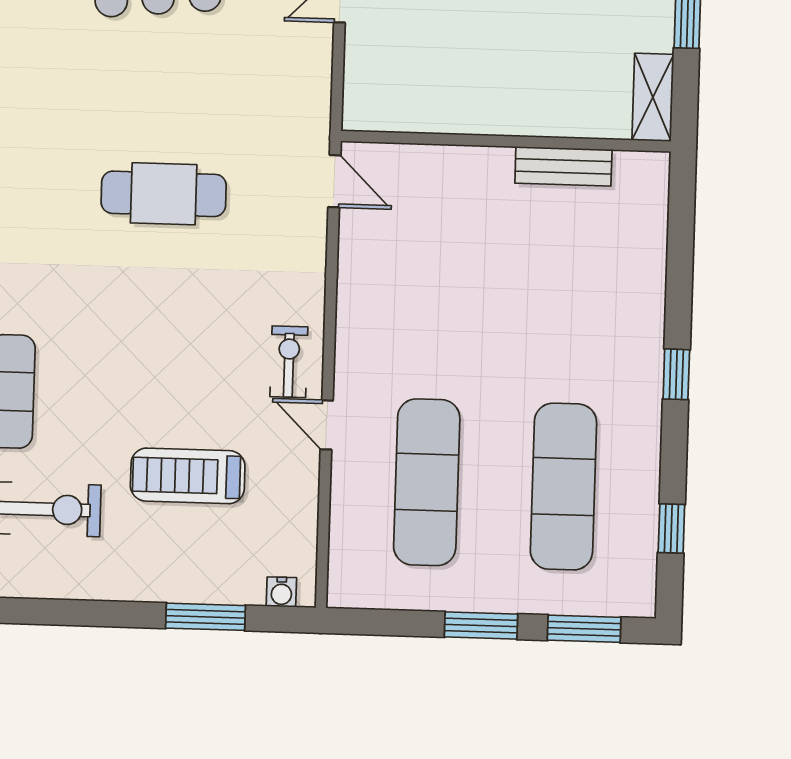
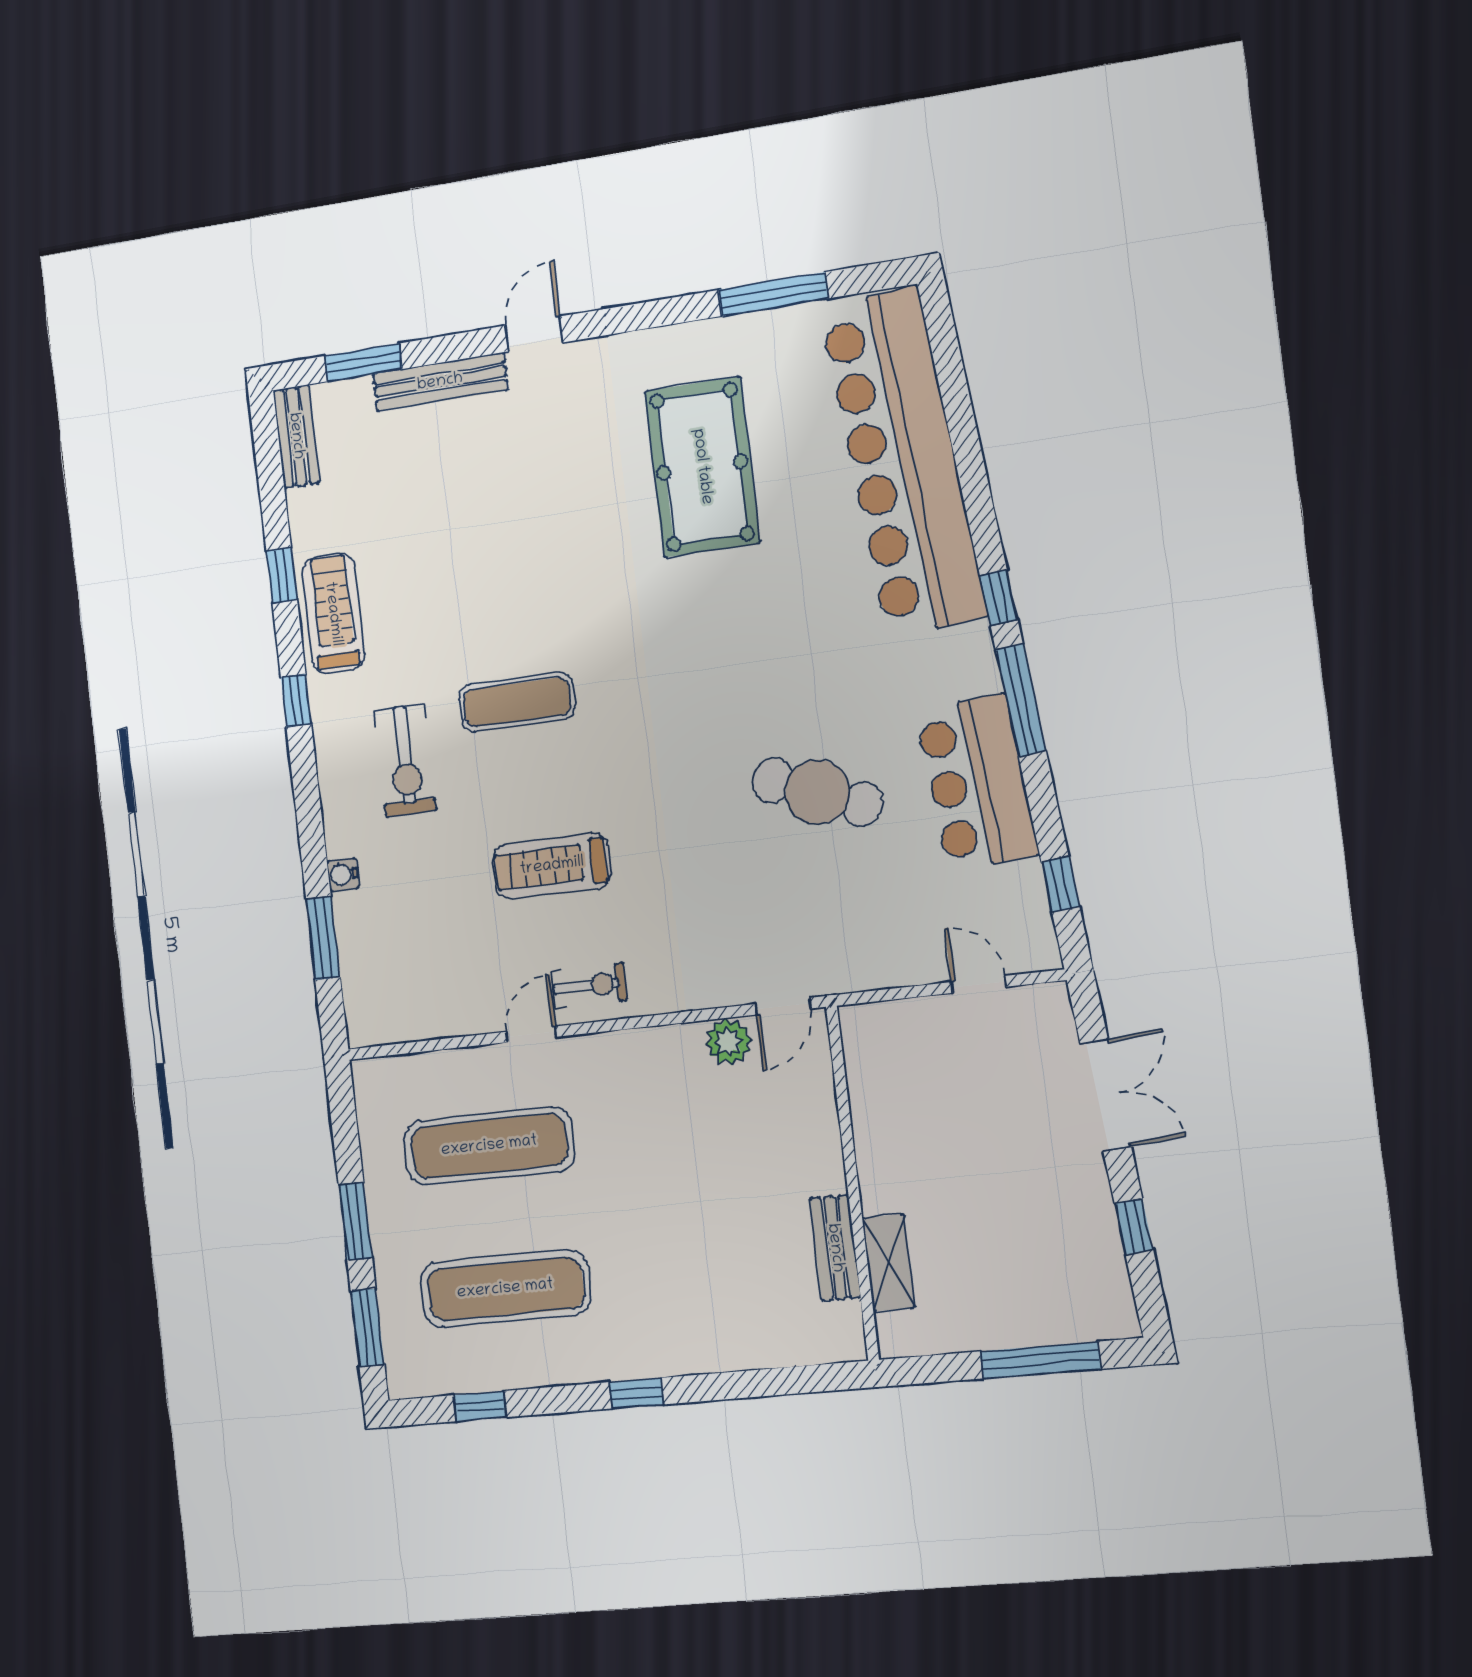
shelving: (653, 97) -> (889, 1263), moved, turned 90
cafe table: (164, 194) -> (817, 792), moved, turned -68
plant: (360, 237) -> (729, 1042), added
treadmill: (188, 476) -> (552, 866), moved, turned -90
water cooler: (281, 592) -> (343, 875), moved

